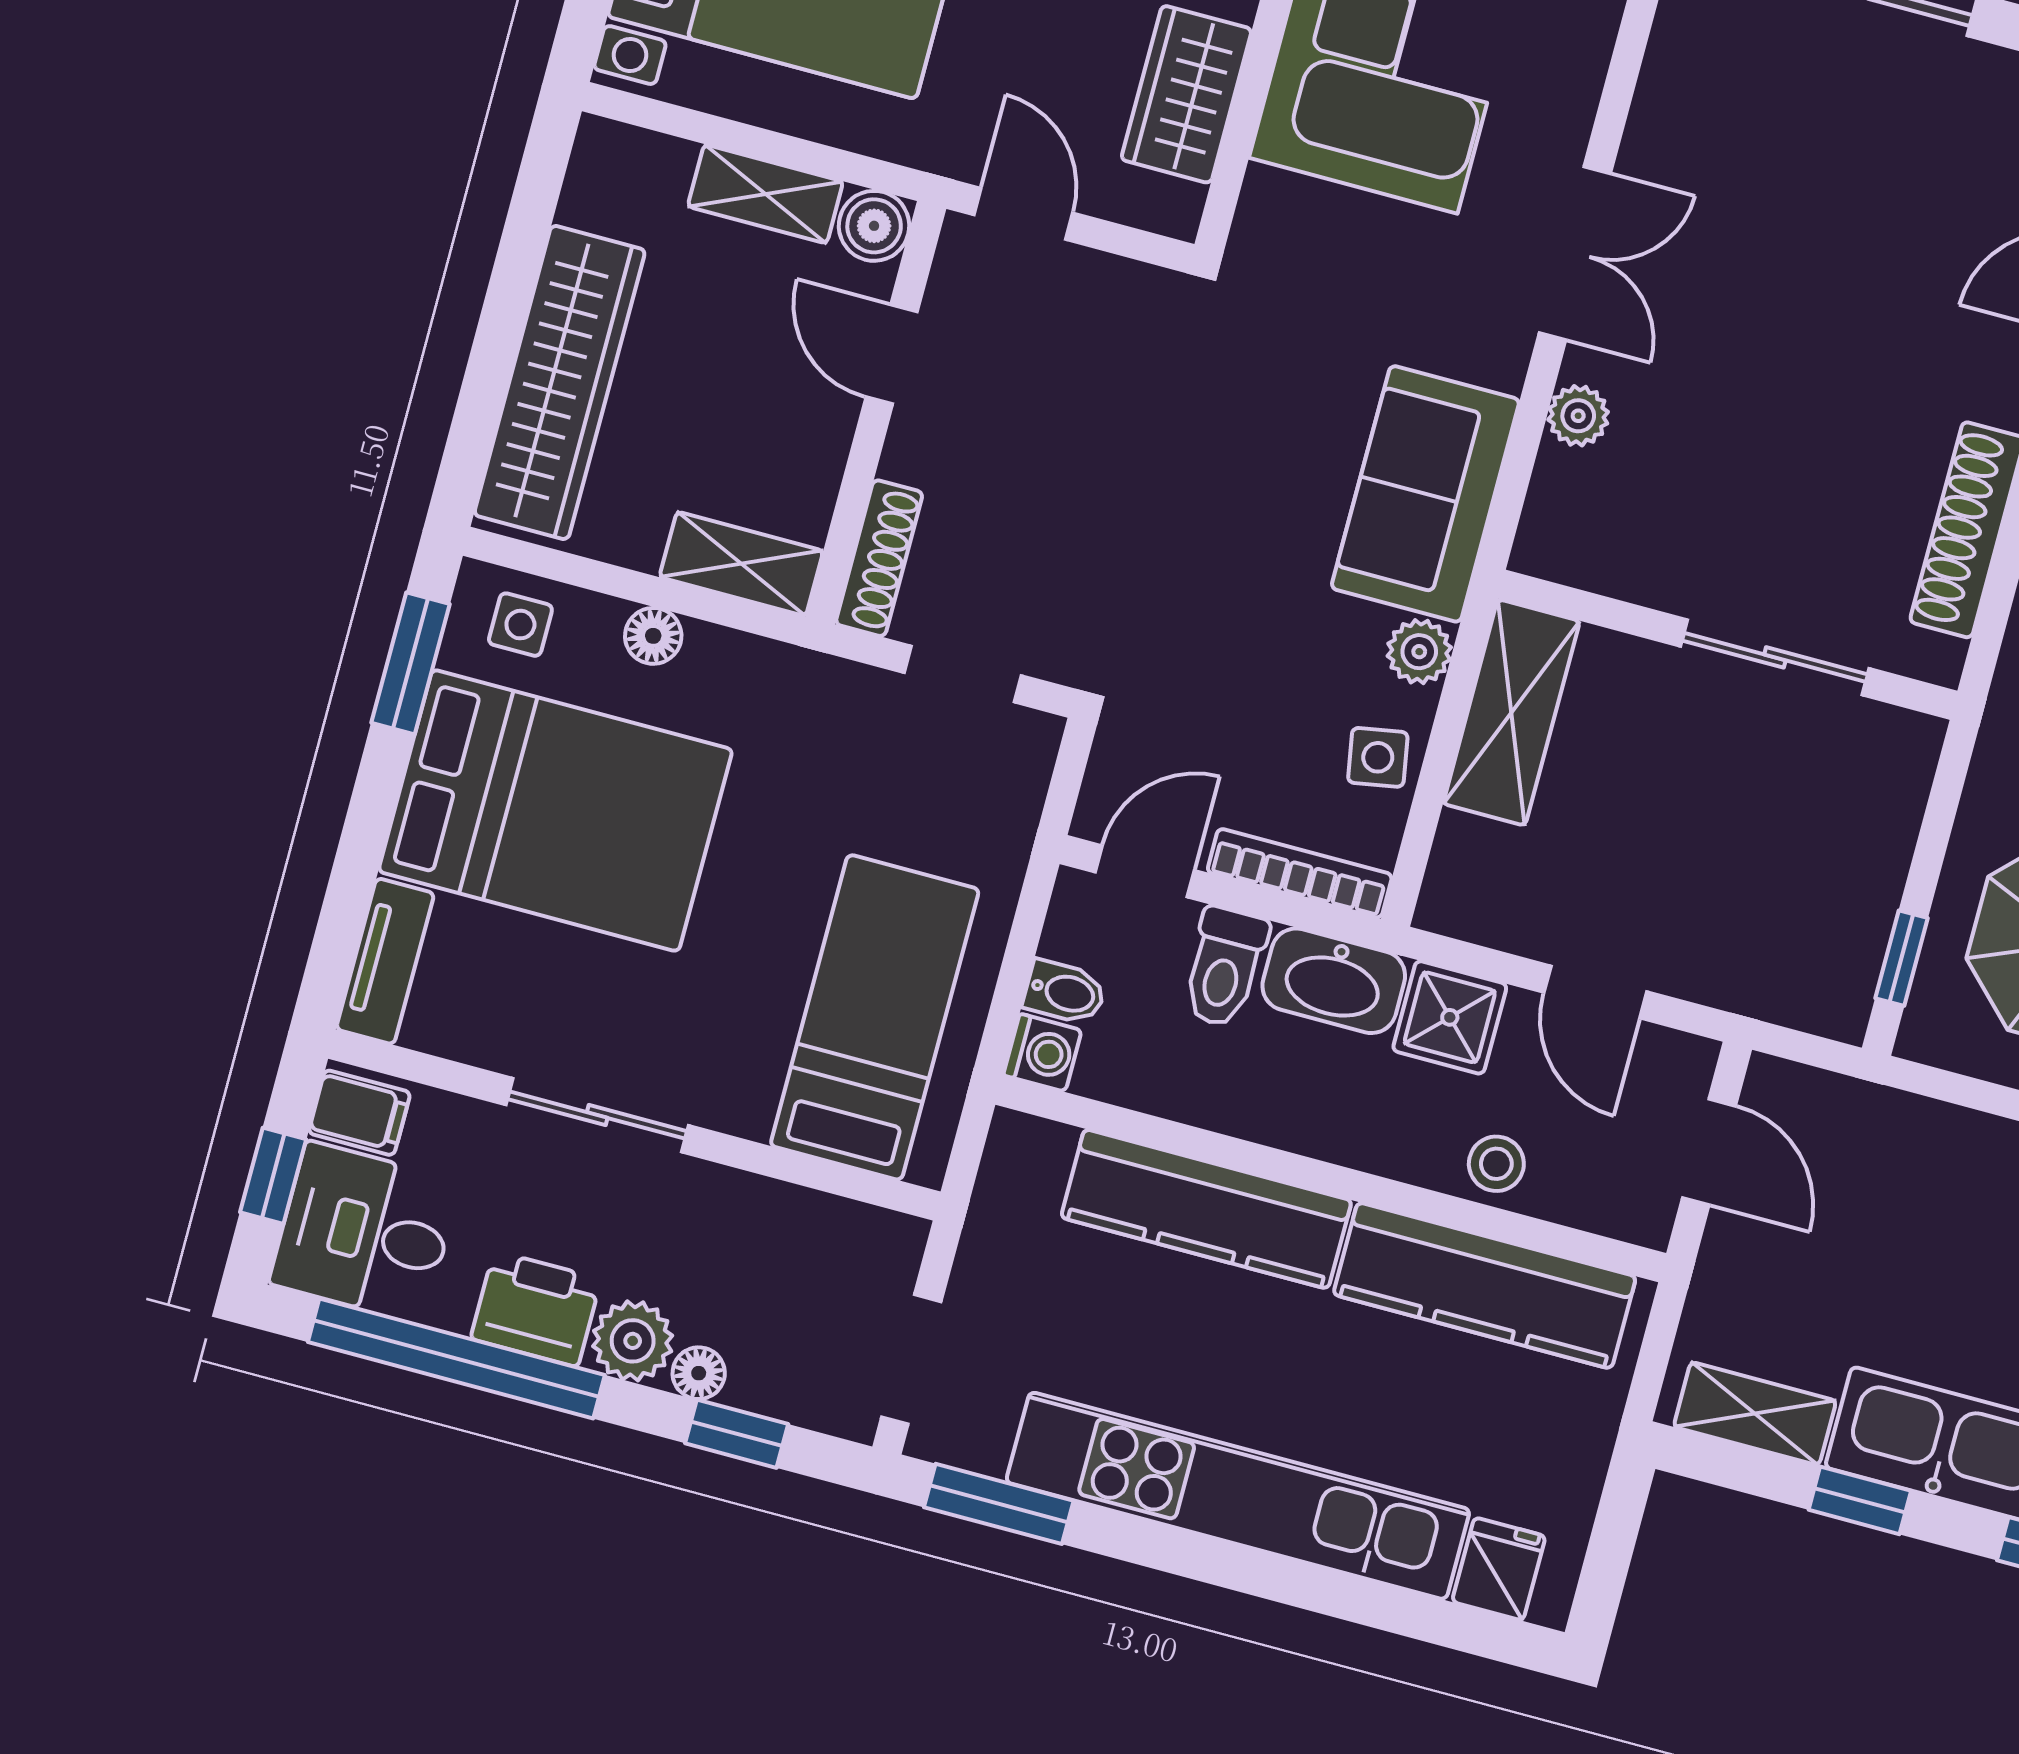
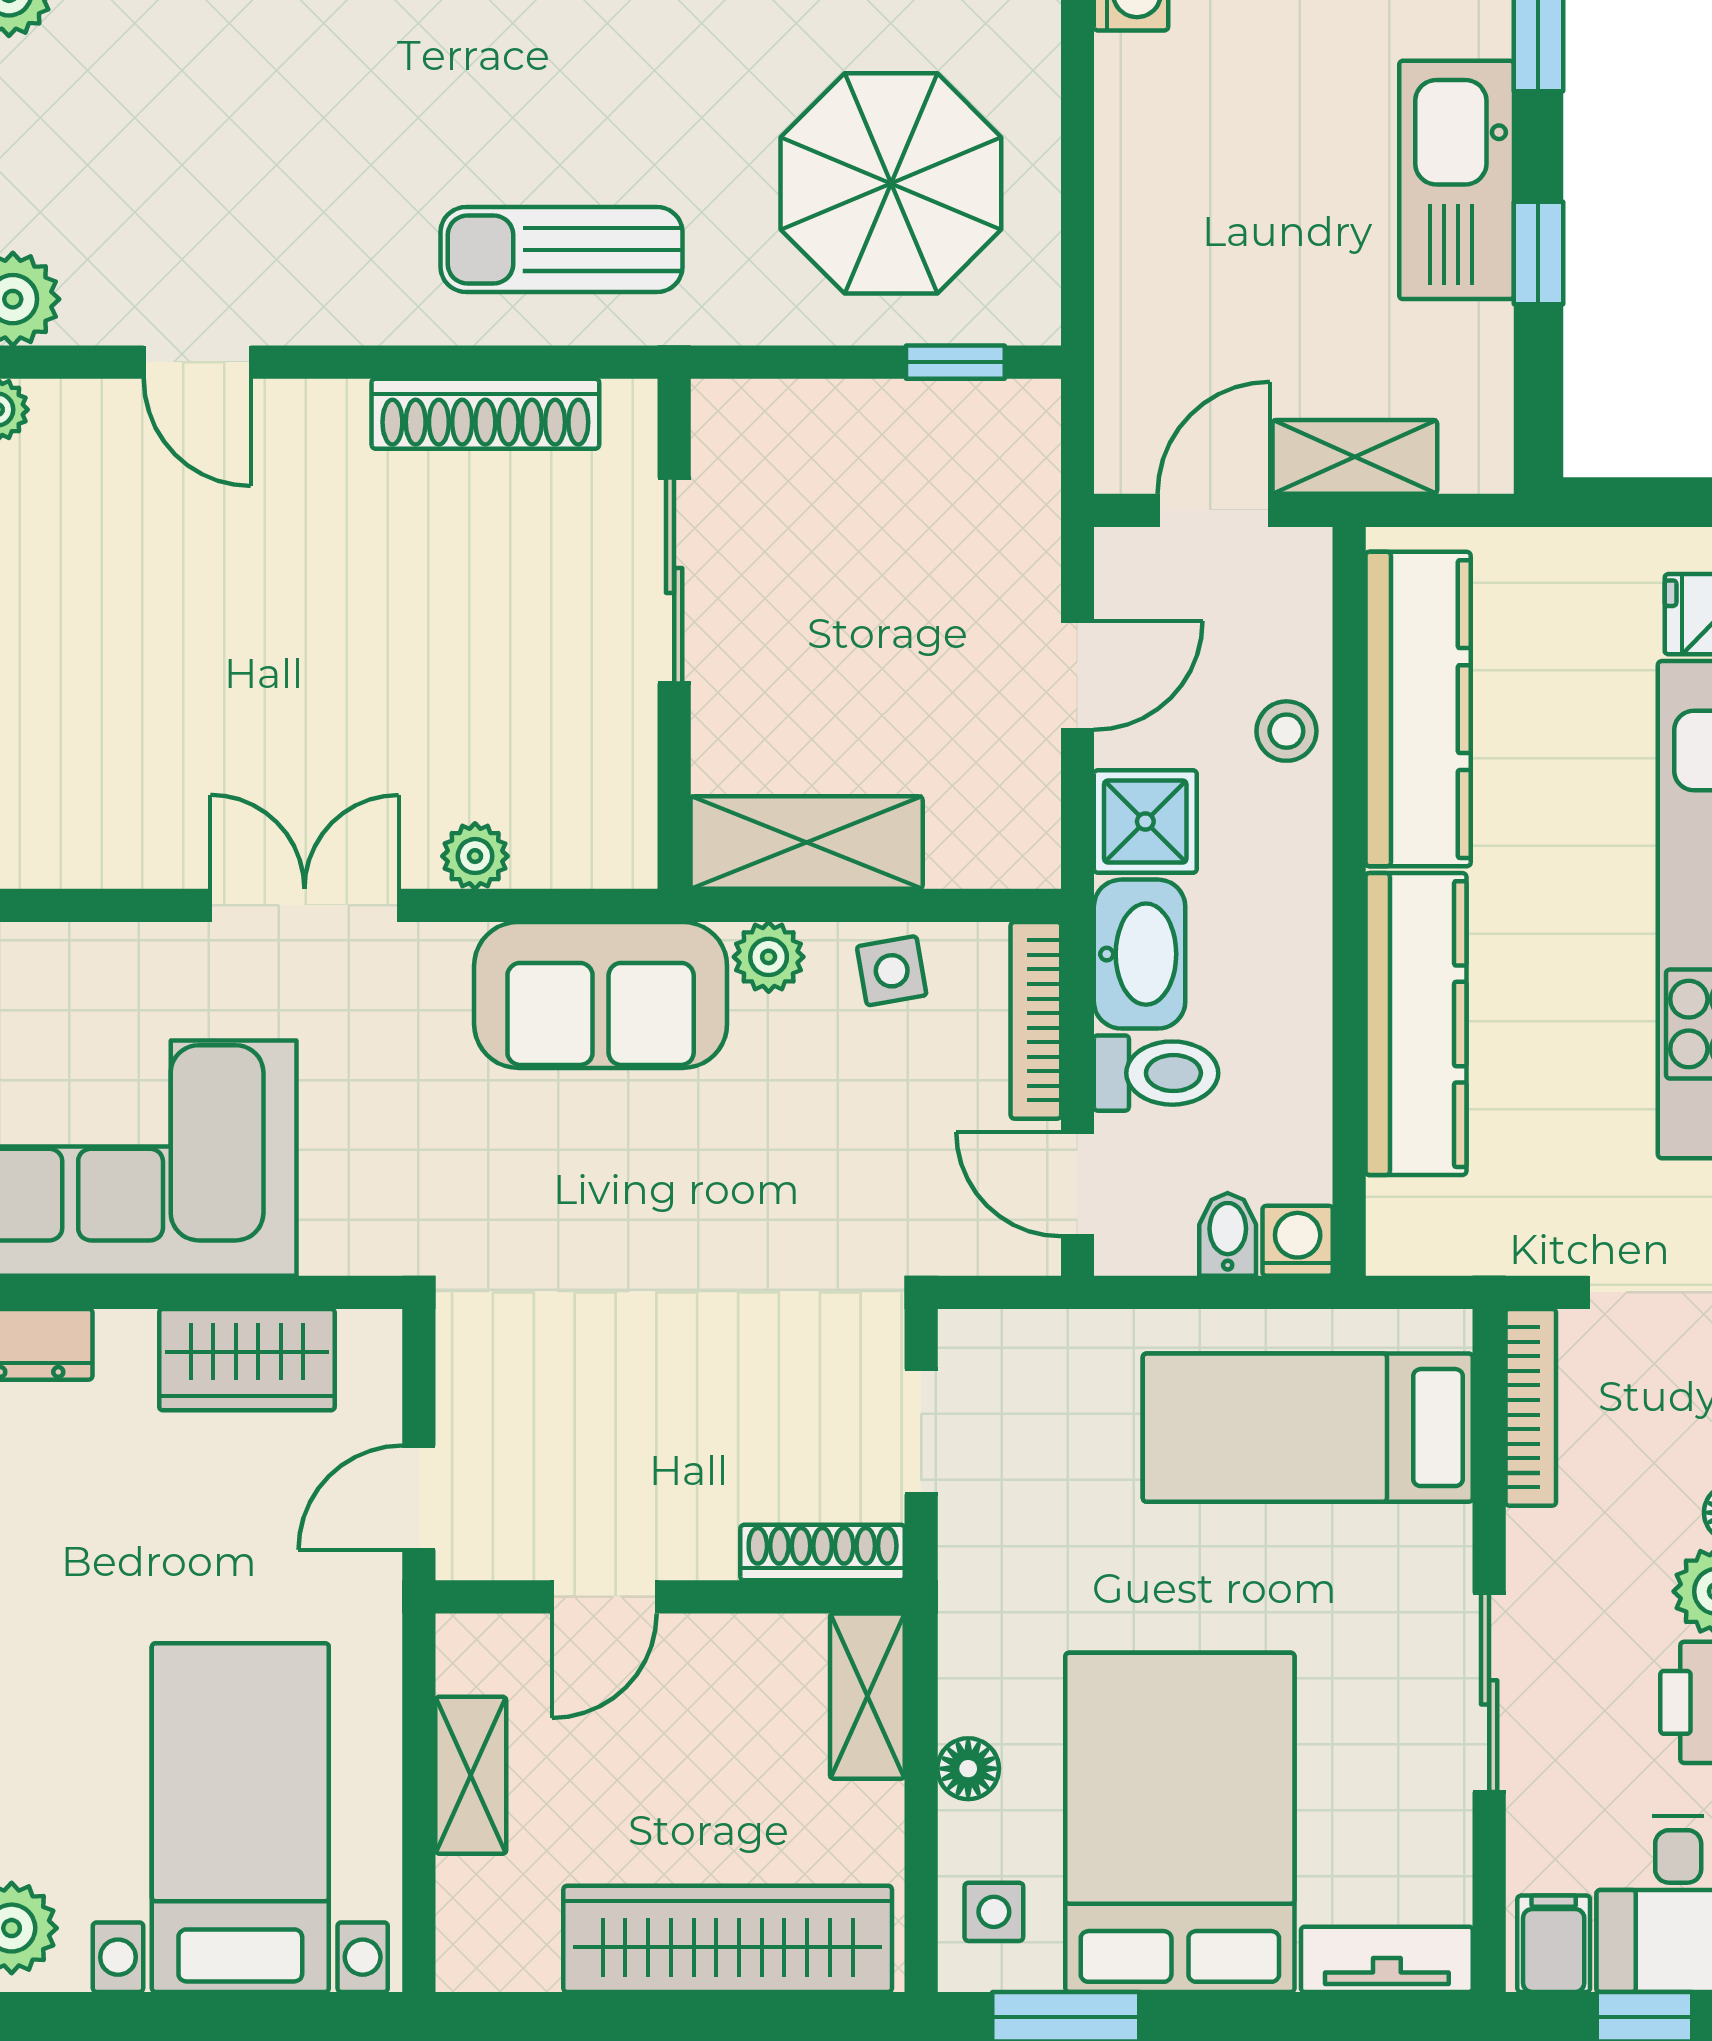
boiler: (874, 226) -> (474, 1652), removed
bookcase: (840, 1220) -> (1531, 1407), added
shelving: (1755, 1414) -> (1355, 457), moved, turned 90

